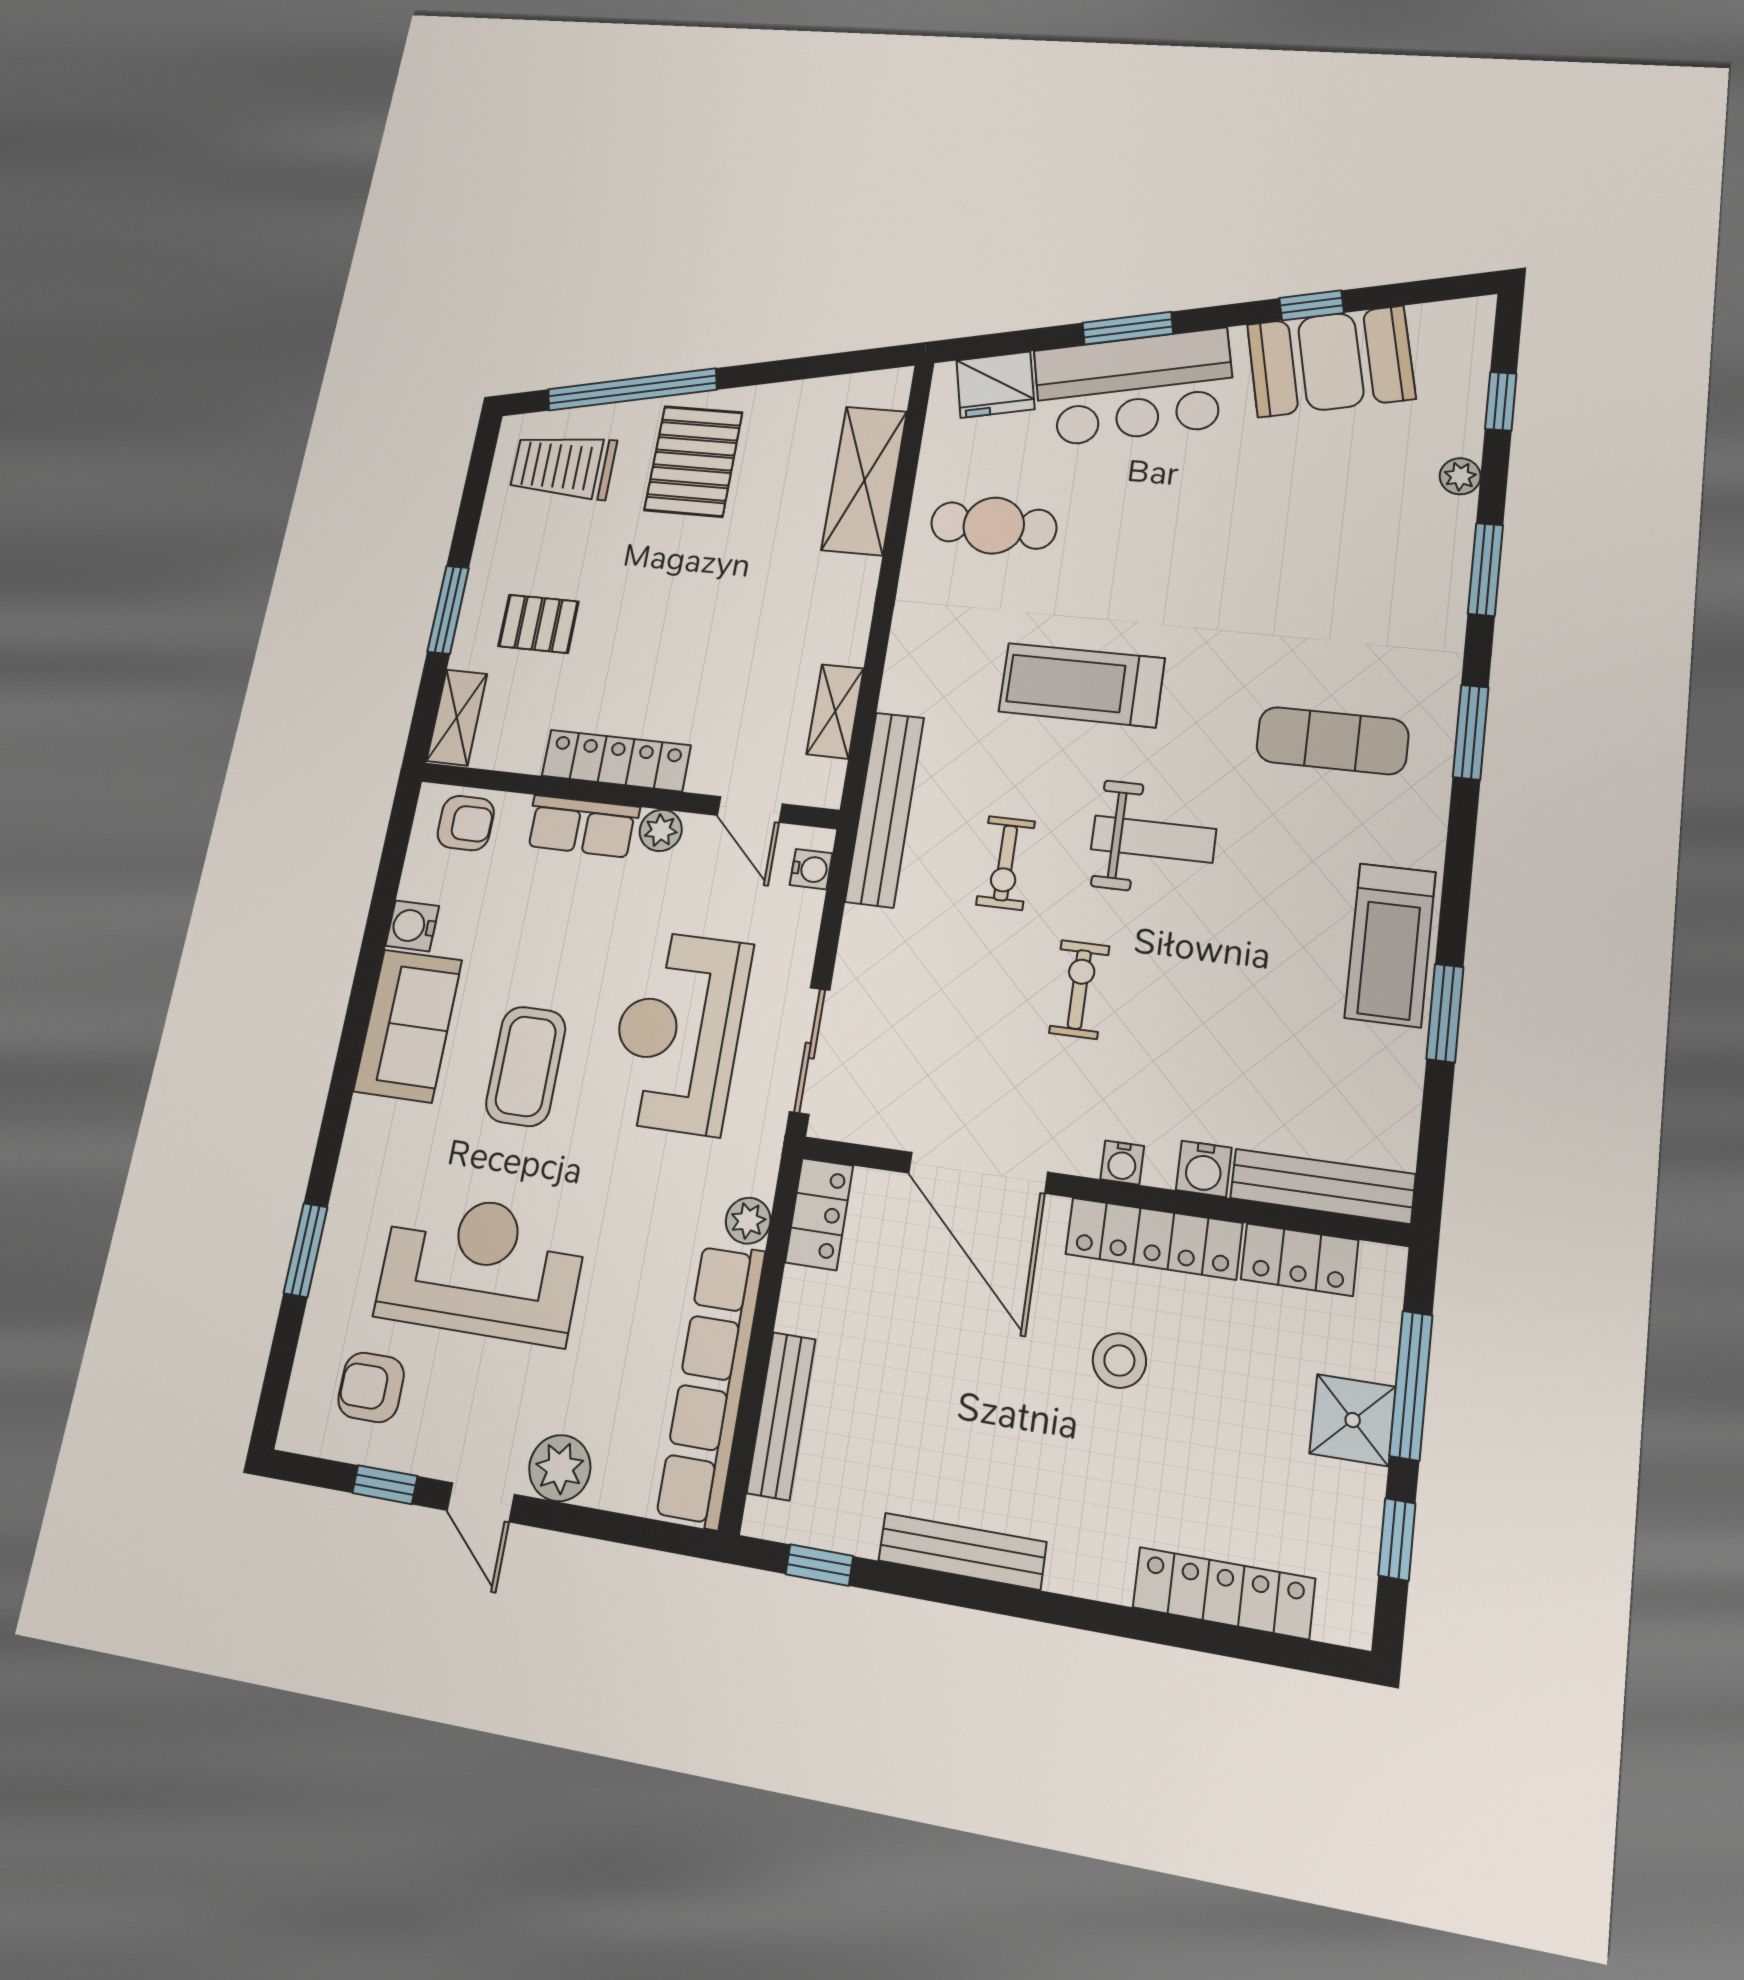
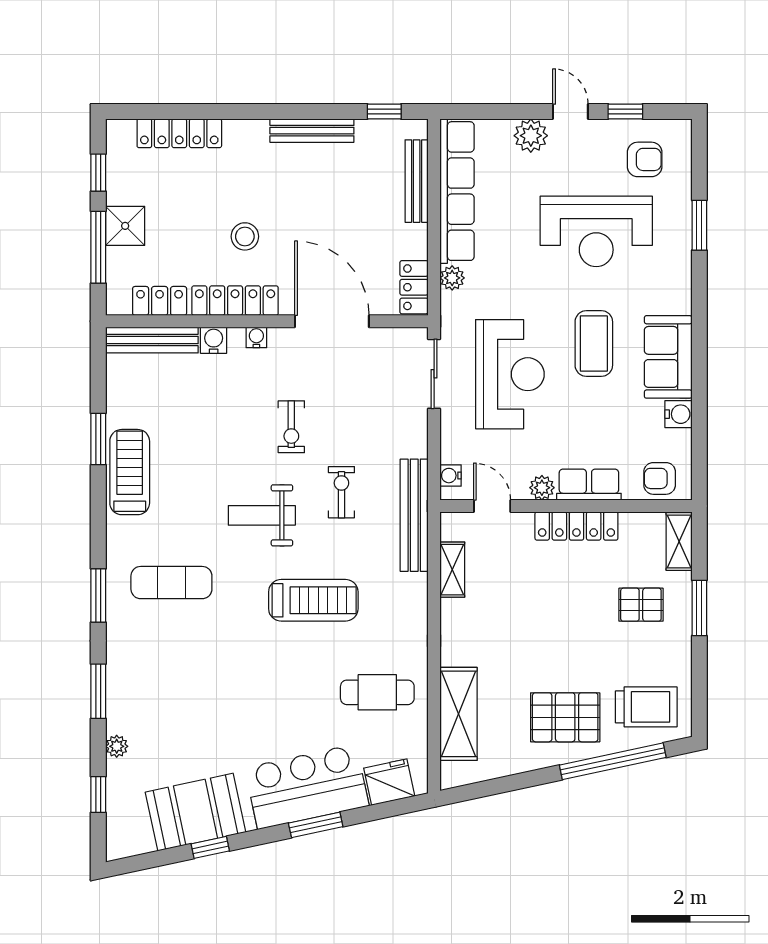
pallet: (693, 461) -> (565, 717), turned 90

